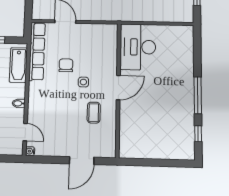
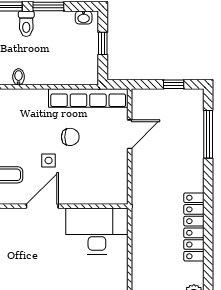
bathtub: (18, 65) -> (69, 74), removed
door: (118, 88) -> (42, 206), swing flipped

